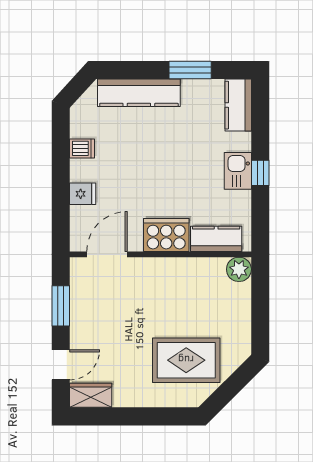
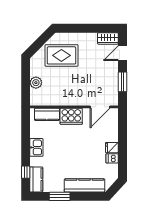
window: (260, 173) -> (26, 172), moved
fridge: (83, 194) -> (112, 148), moved
plant: (239, 269) -> (36, 83), moved

